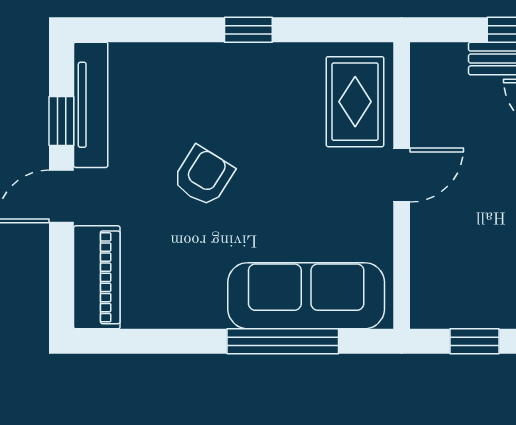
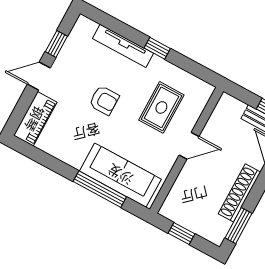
rug: (355, 102) -> (161, 107), moved
tv unit: (91, 105) -> (123, 46), moved, turned 90
armchair: (203, 176) -> (104, 100), turned 58

